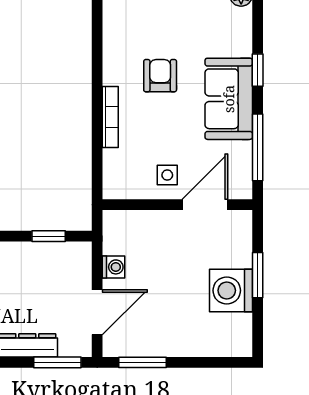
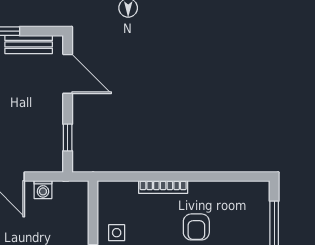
armchair: (160, 76) -> (196, 227), turned 90

